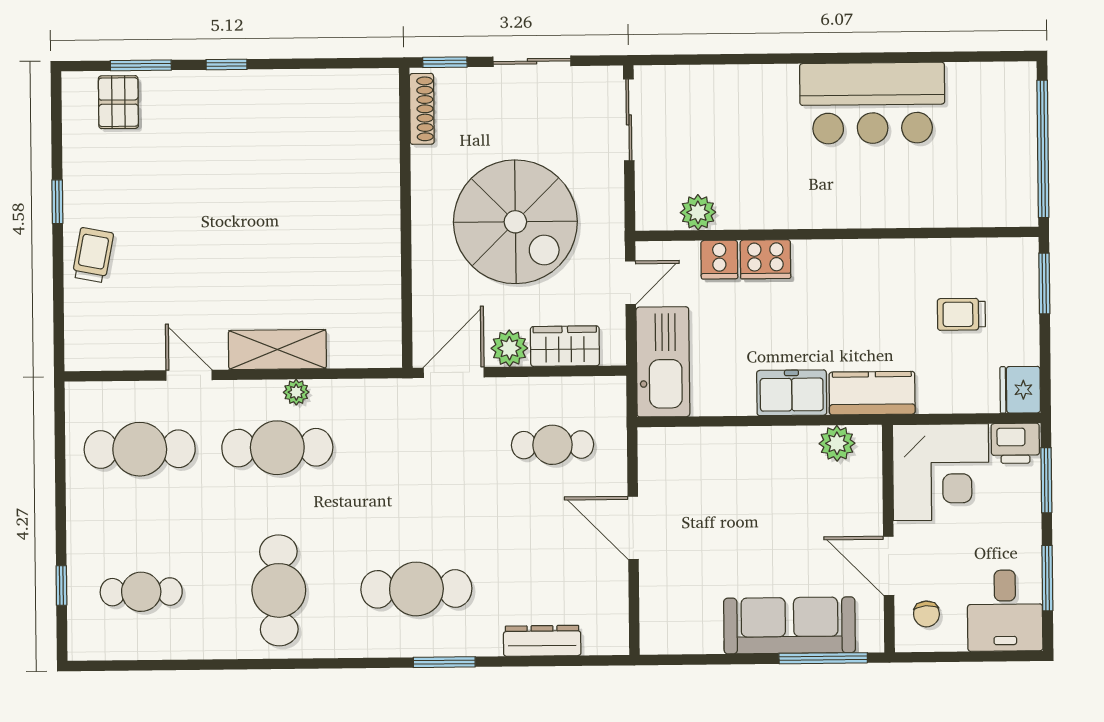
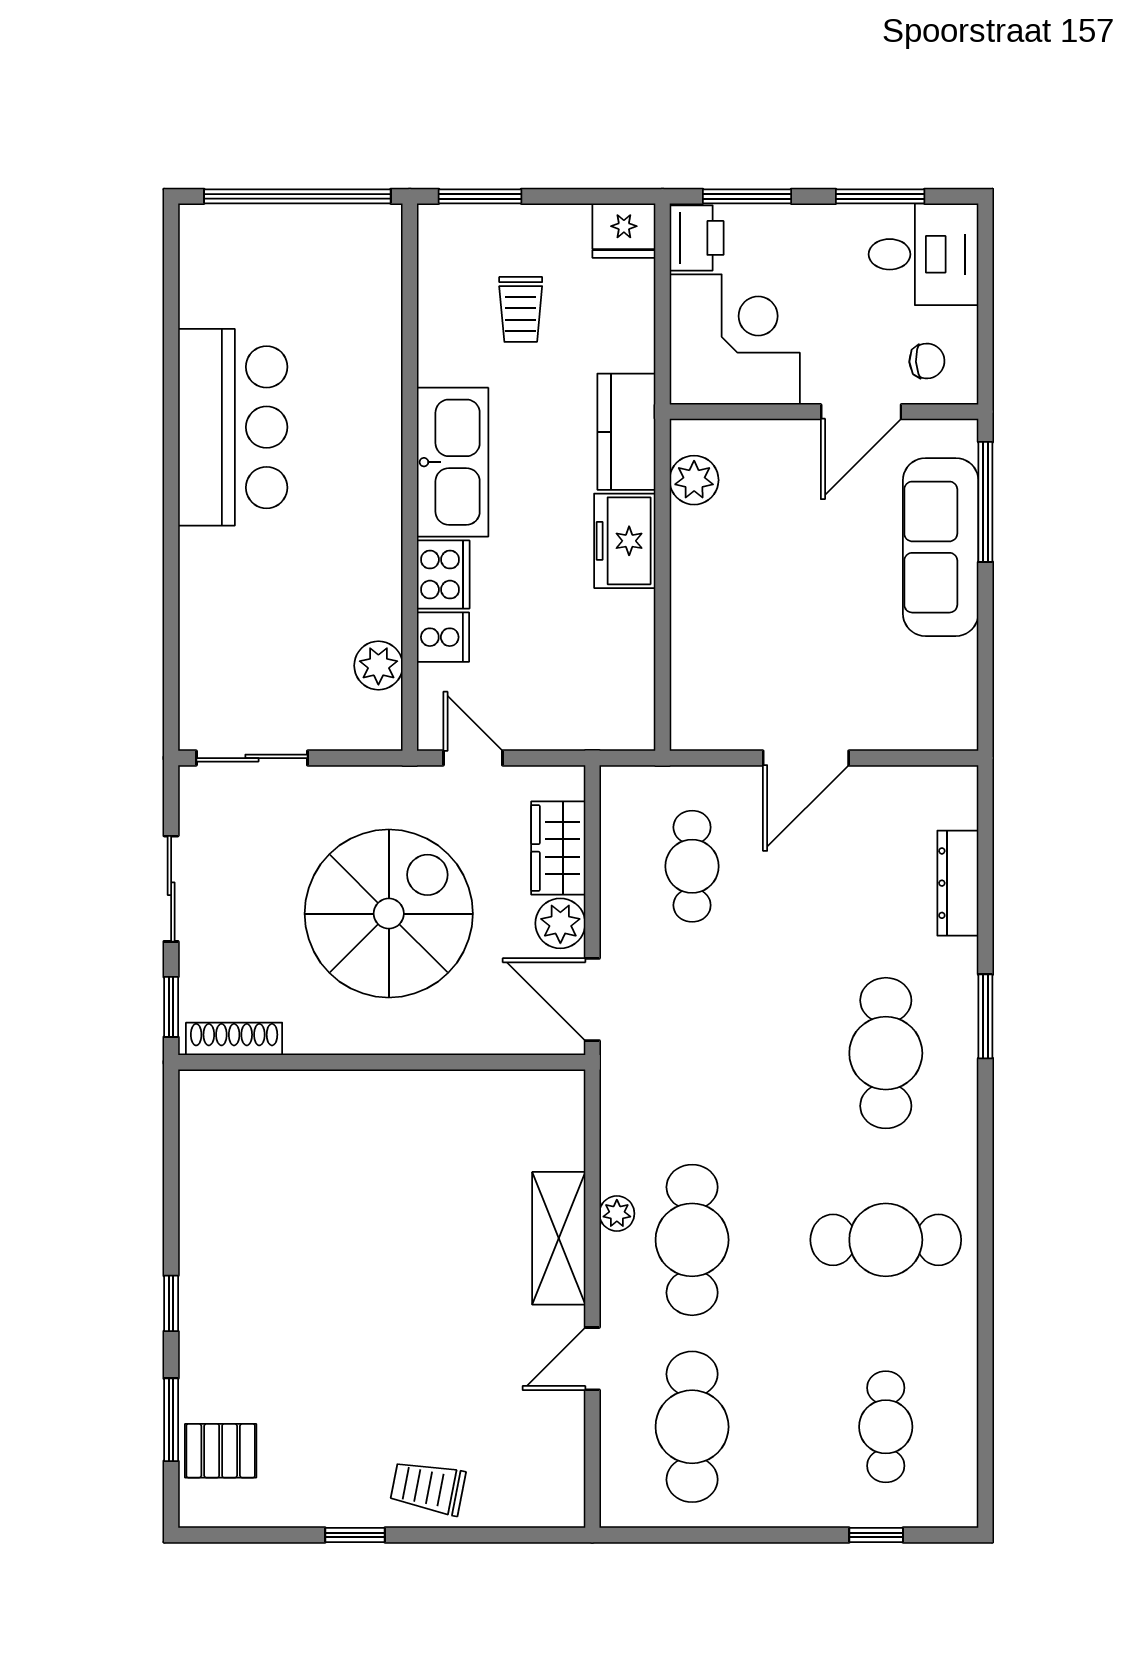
kitchen sink: (663, 362) -> (453, 462), moved, turned 90

